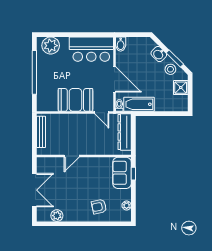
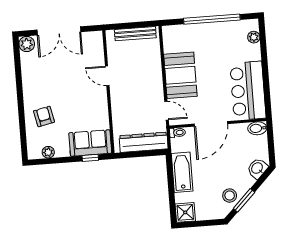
plant: (51, 46) -> (254, 37), width x0.53, depth x0.53
washbasin: (159, 54) -> (257, 168), moved
shower: (181, 88) -> (185, 212), moved
bathtub: (139, 104) -> (182, 172), moved
door: (102, 113) -> (167, 111), swing flipped
plant: (57, 216) -> (27, 44), moved

